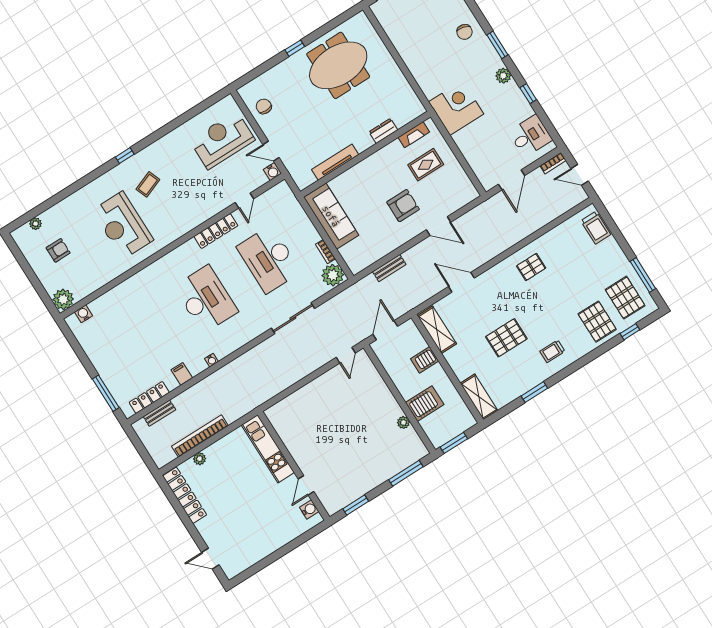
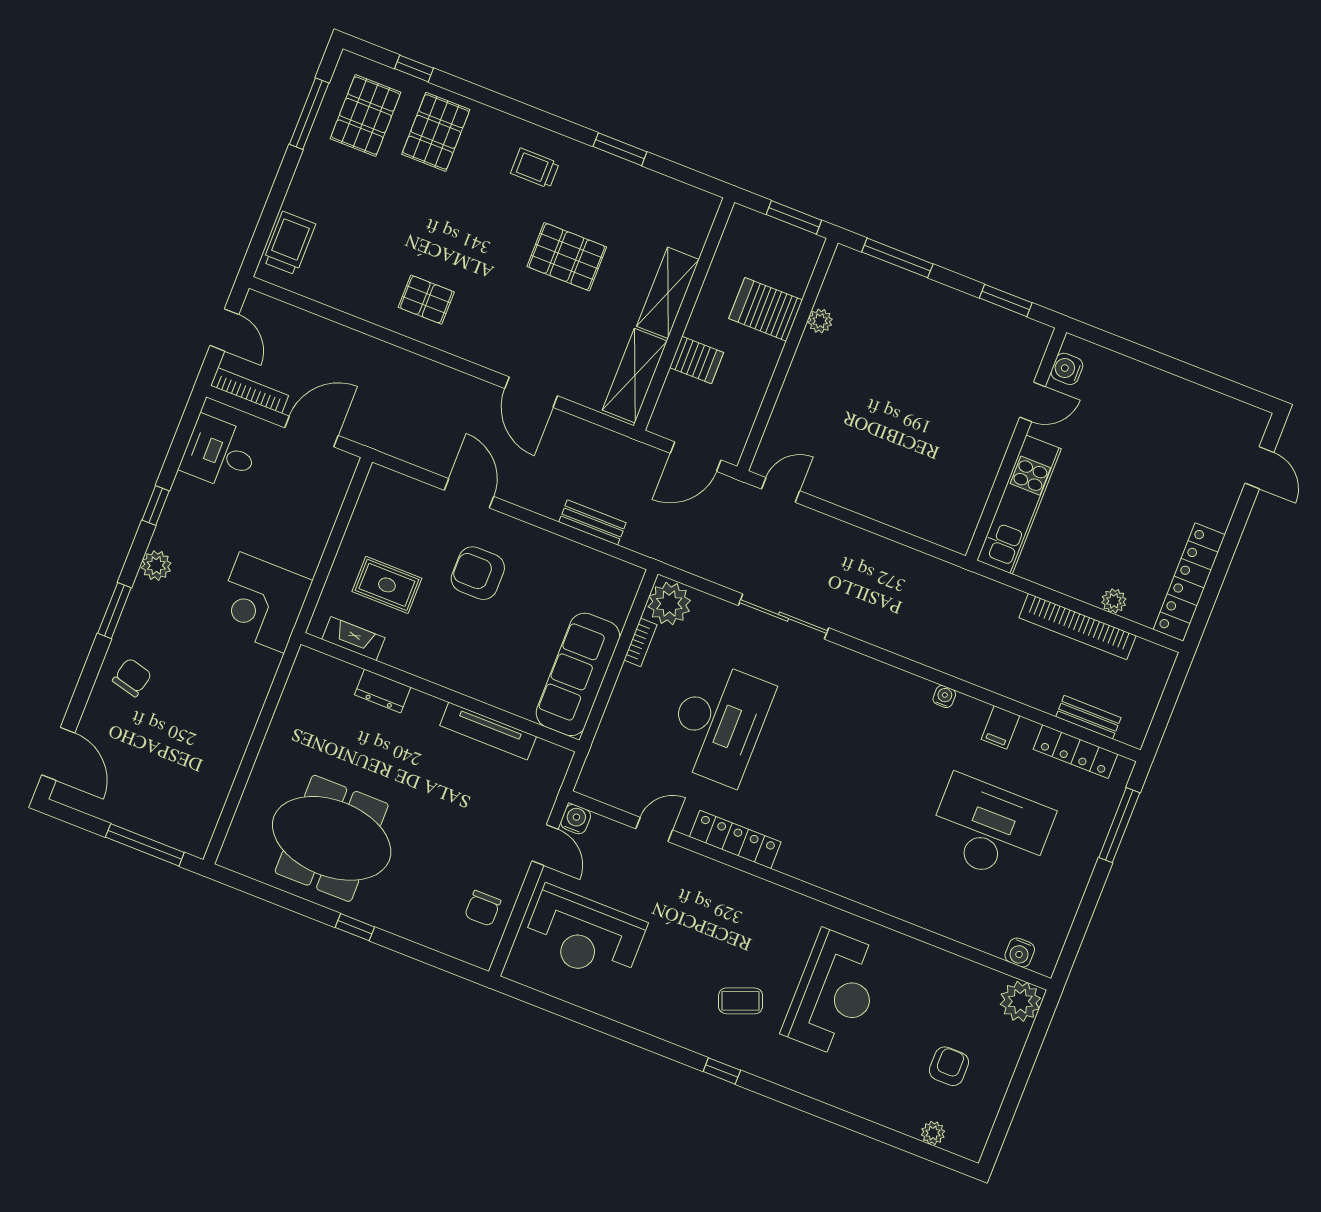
bookcase: (553, 163) -> (250, 391), width x1.56
armchair: (58, 250) -> (949, 1066), turned 90
desk: (206, 299) -> (990, 829), moved, turned 90
trolley: (552, 351) -> (535, 168), turned 180
shelving: (479, 397) -> (668, 293), moved

